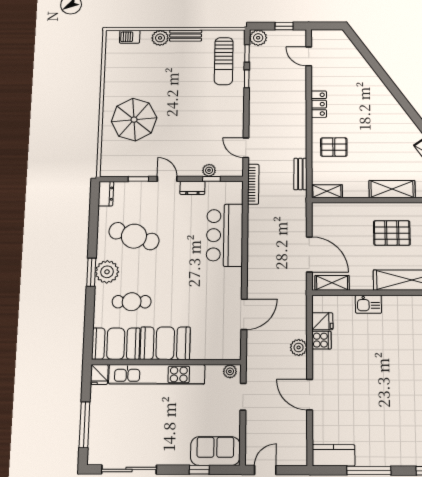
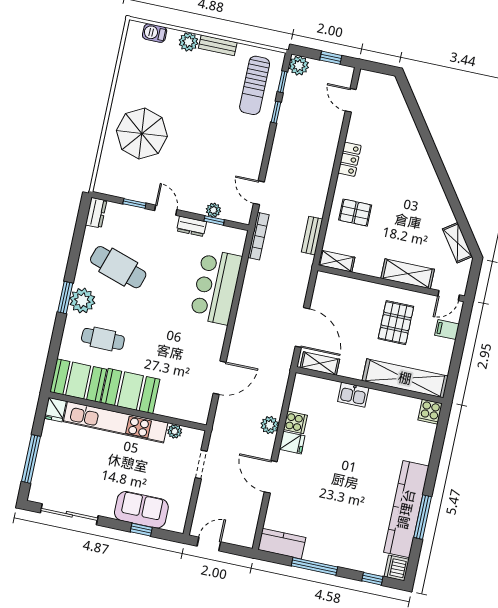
pallet: (392, 233) -> (396, 323), turned 90
fridge: (322, 321) -> (292, 443), moved
plant: (230, 371) -> (175, 431), moved
sofa: (215, 451) -> (141, 510), moved

